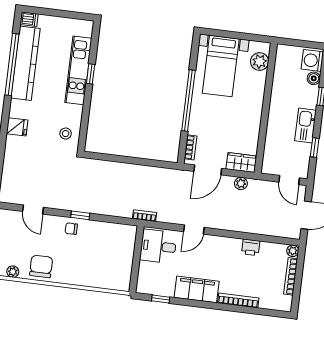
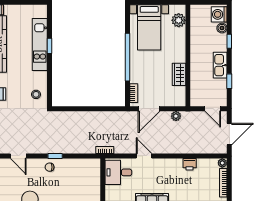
wardrobe: (241, 163) -> (179, 74), moved, turned -90
door: (194, 230) -> (144, 156), swing flipped

